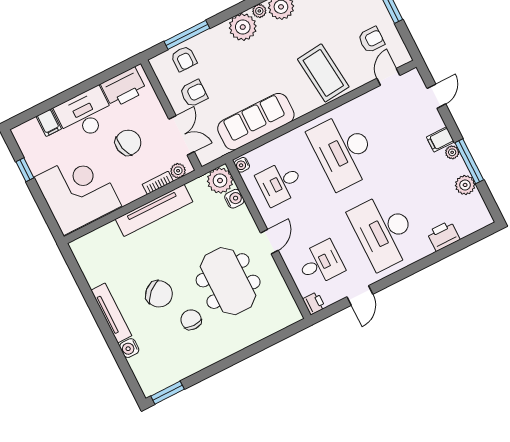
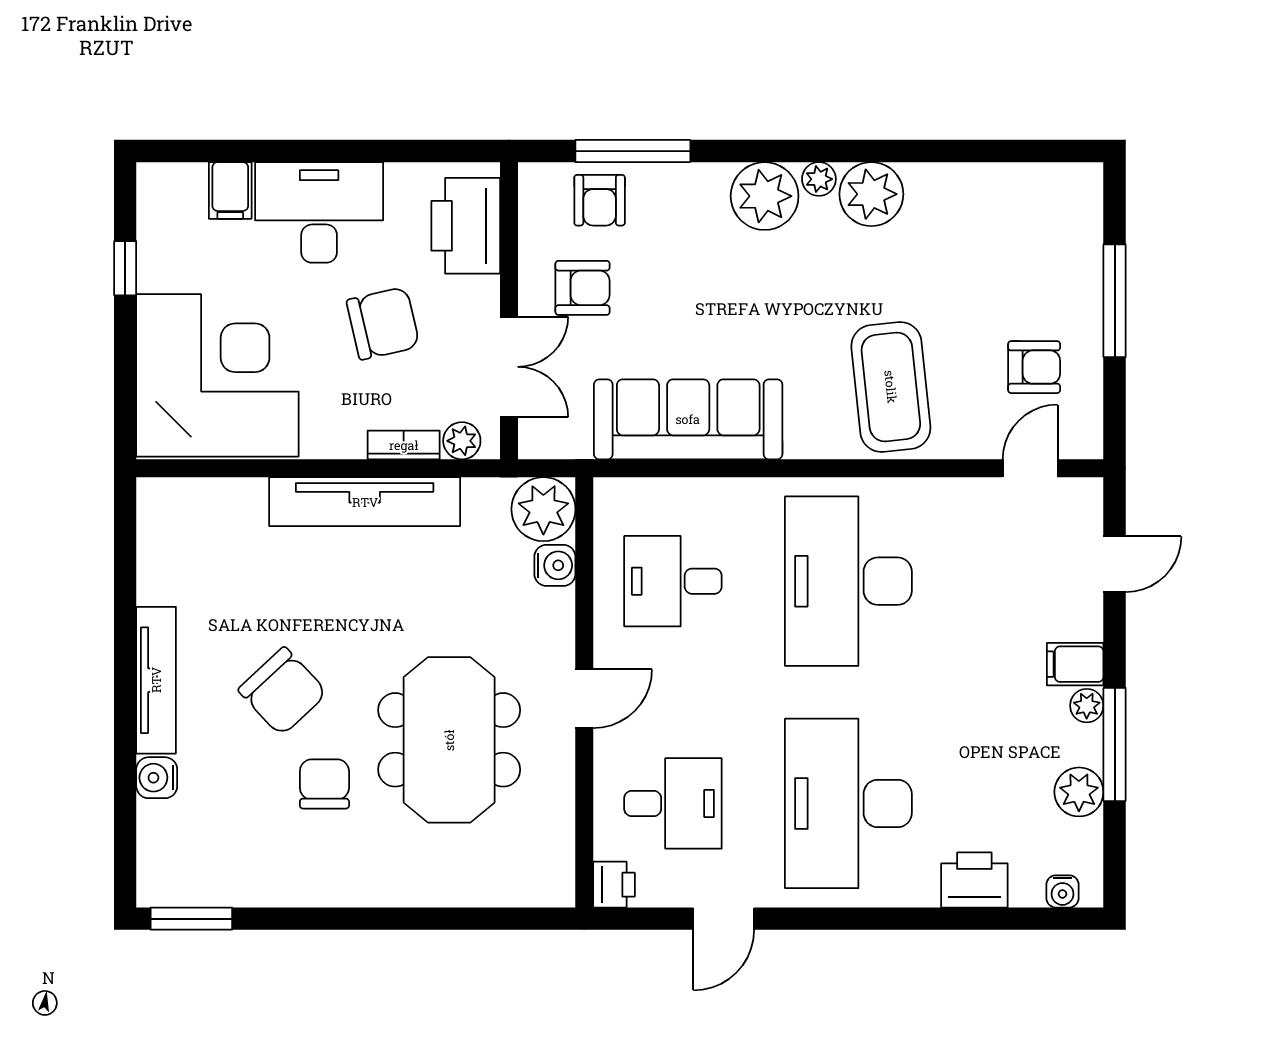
printer: (124, 87) -> (466, 226), moved, turned 90
water cooler: (242, 165) -> (1062, 891), moved, turned -90

